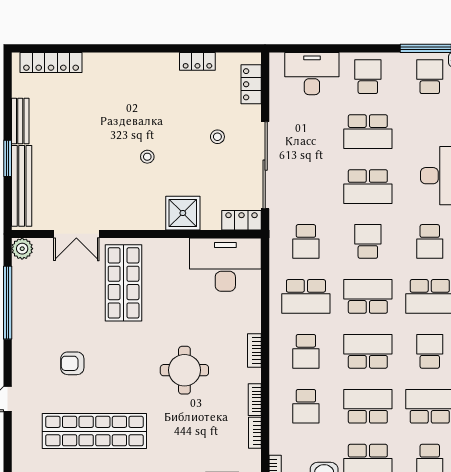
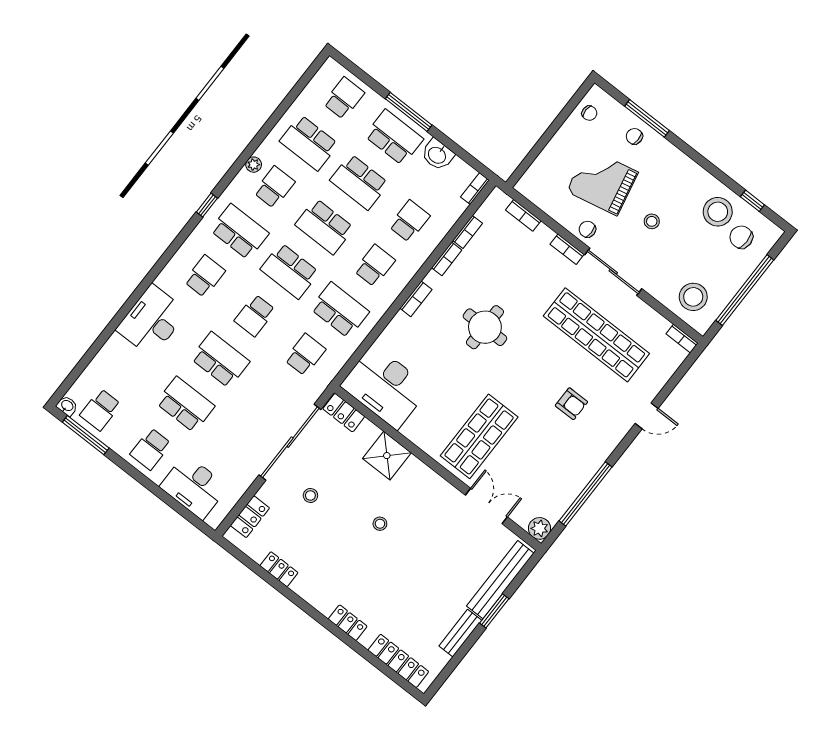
locker: (113, 61) -> (348, 623), added
school desk: (430, 351) -> (274, 187), turned 180

